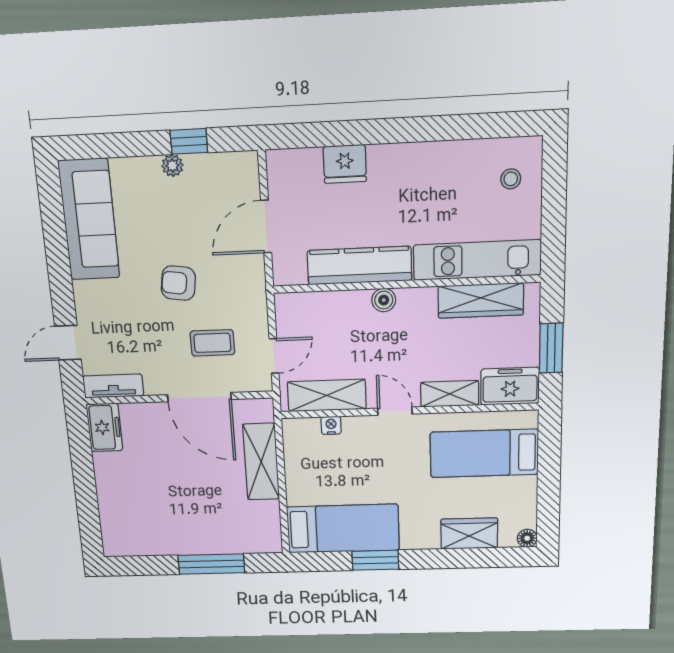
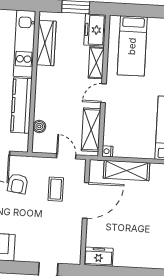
armchair: (178, 283) -> (18, 184), moved
boiler: (384, 300) -> (39, 126), moved
tv unit: (113, 386) -> (75, 248), removed
nightstand: (331, 425) -> (107, 151), moved

